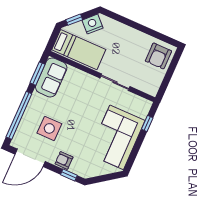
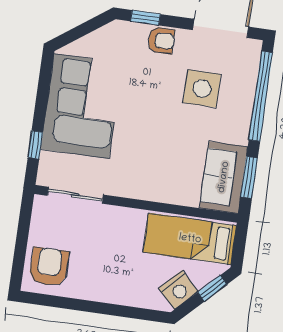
sliding door: (115, 82) -> (75, 195), moved

